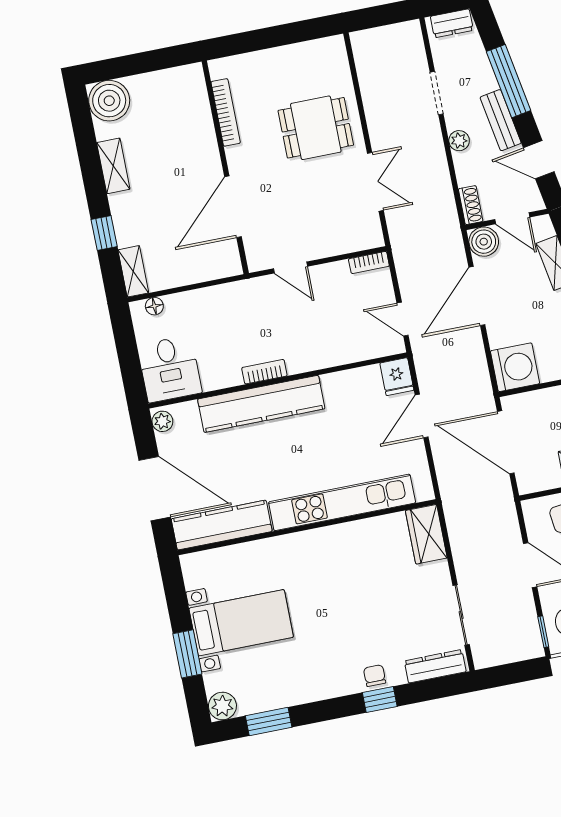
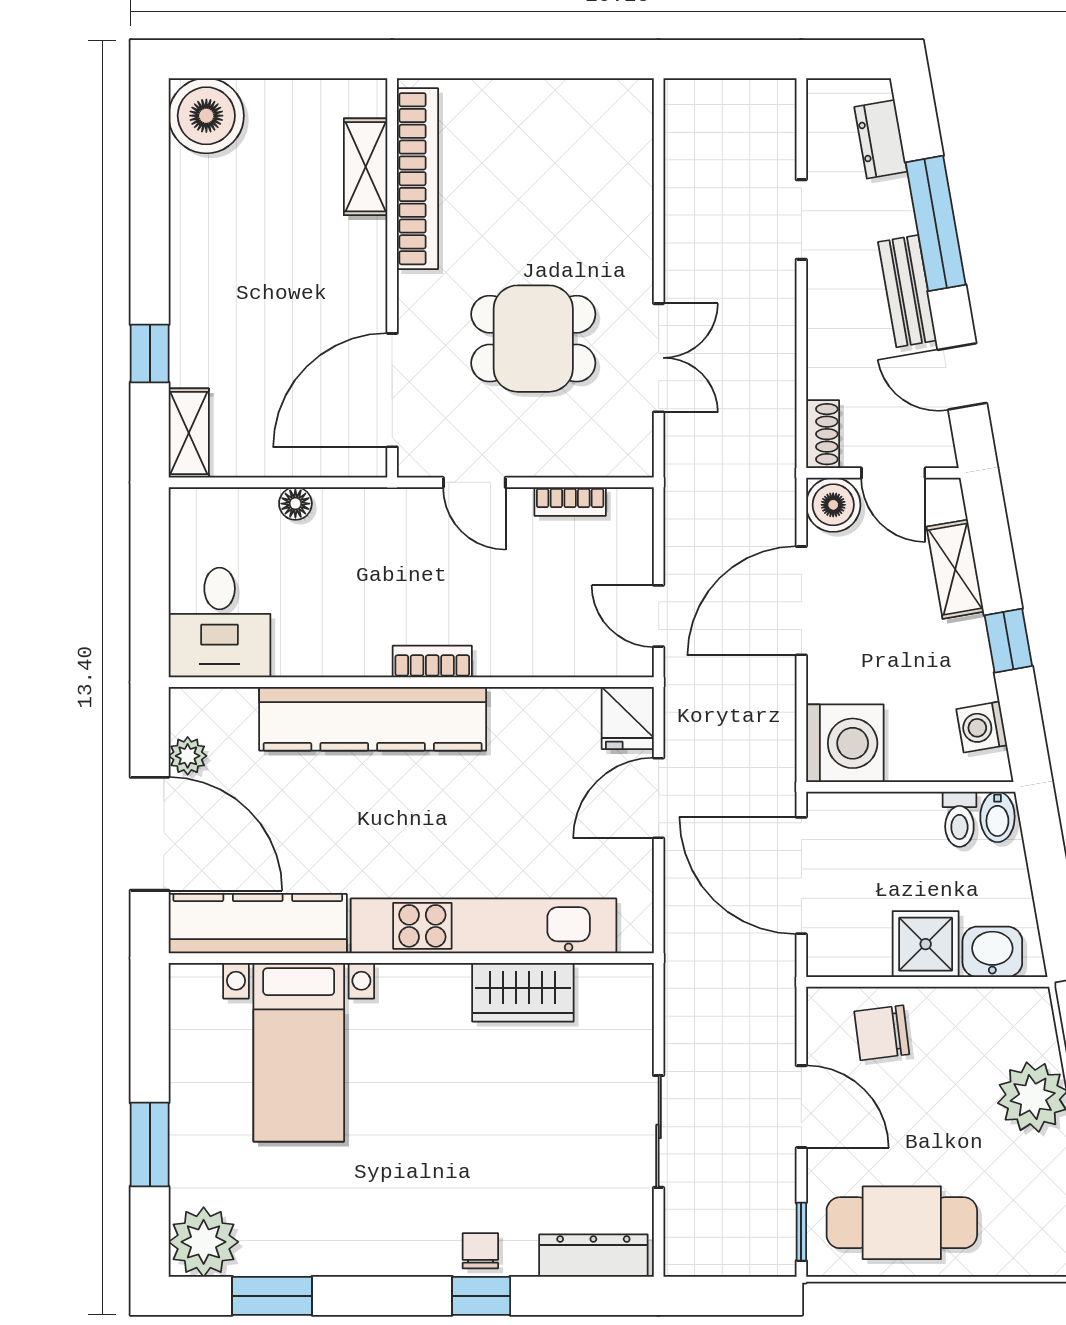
dresser: (452, 23) -> (881, 139), moved, turned 80
bookcase: (226, 112) -> (417, 179), width x1.48, depth x1.31
dining table: (316, 128) -> (533, 339), moved
plant: (459, 141) -> (825, 313), removed
shelving: (113, 166) -> (366, 167), moved
door: (233, 207) -> (392, 390), moved
bookcase: (369, 262) -> (570, 501), moved
floor lamp: (154, 306) -> (295, 504), moved
bookcase: (264, 372) -> (432, 662), moved
plant: (162, 421) -> (188, 756), moved
wardrobe: (426, 534) -> (523, 992), moved, turned -90
sliding door: (461, 615) -> (659, 1131), moved
bed with nightstands: (241, 623) -> (299, 1052), moved, turned 90
plant: (222, 706) -> (204, 1242), width x1.36, depth x1.36

